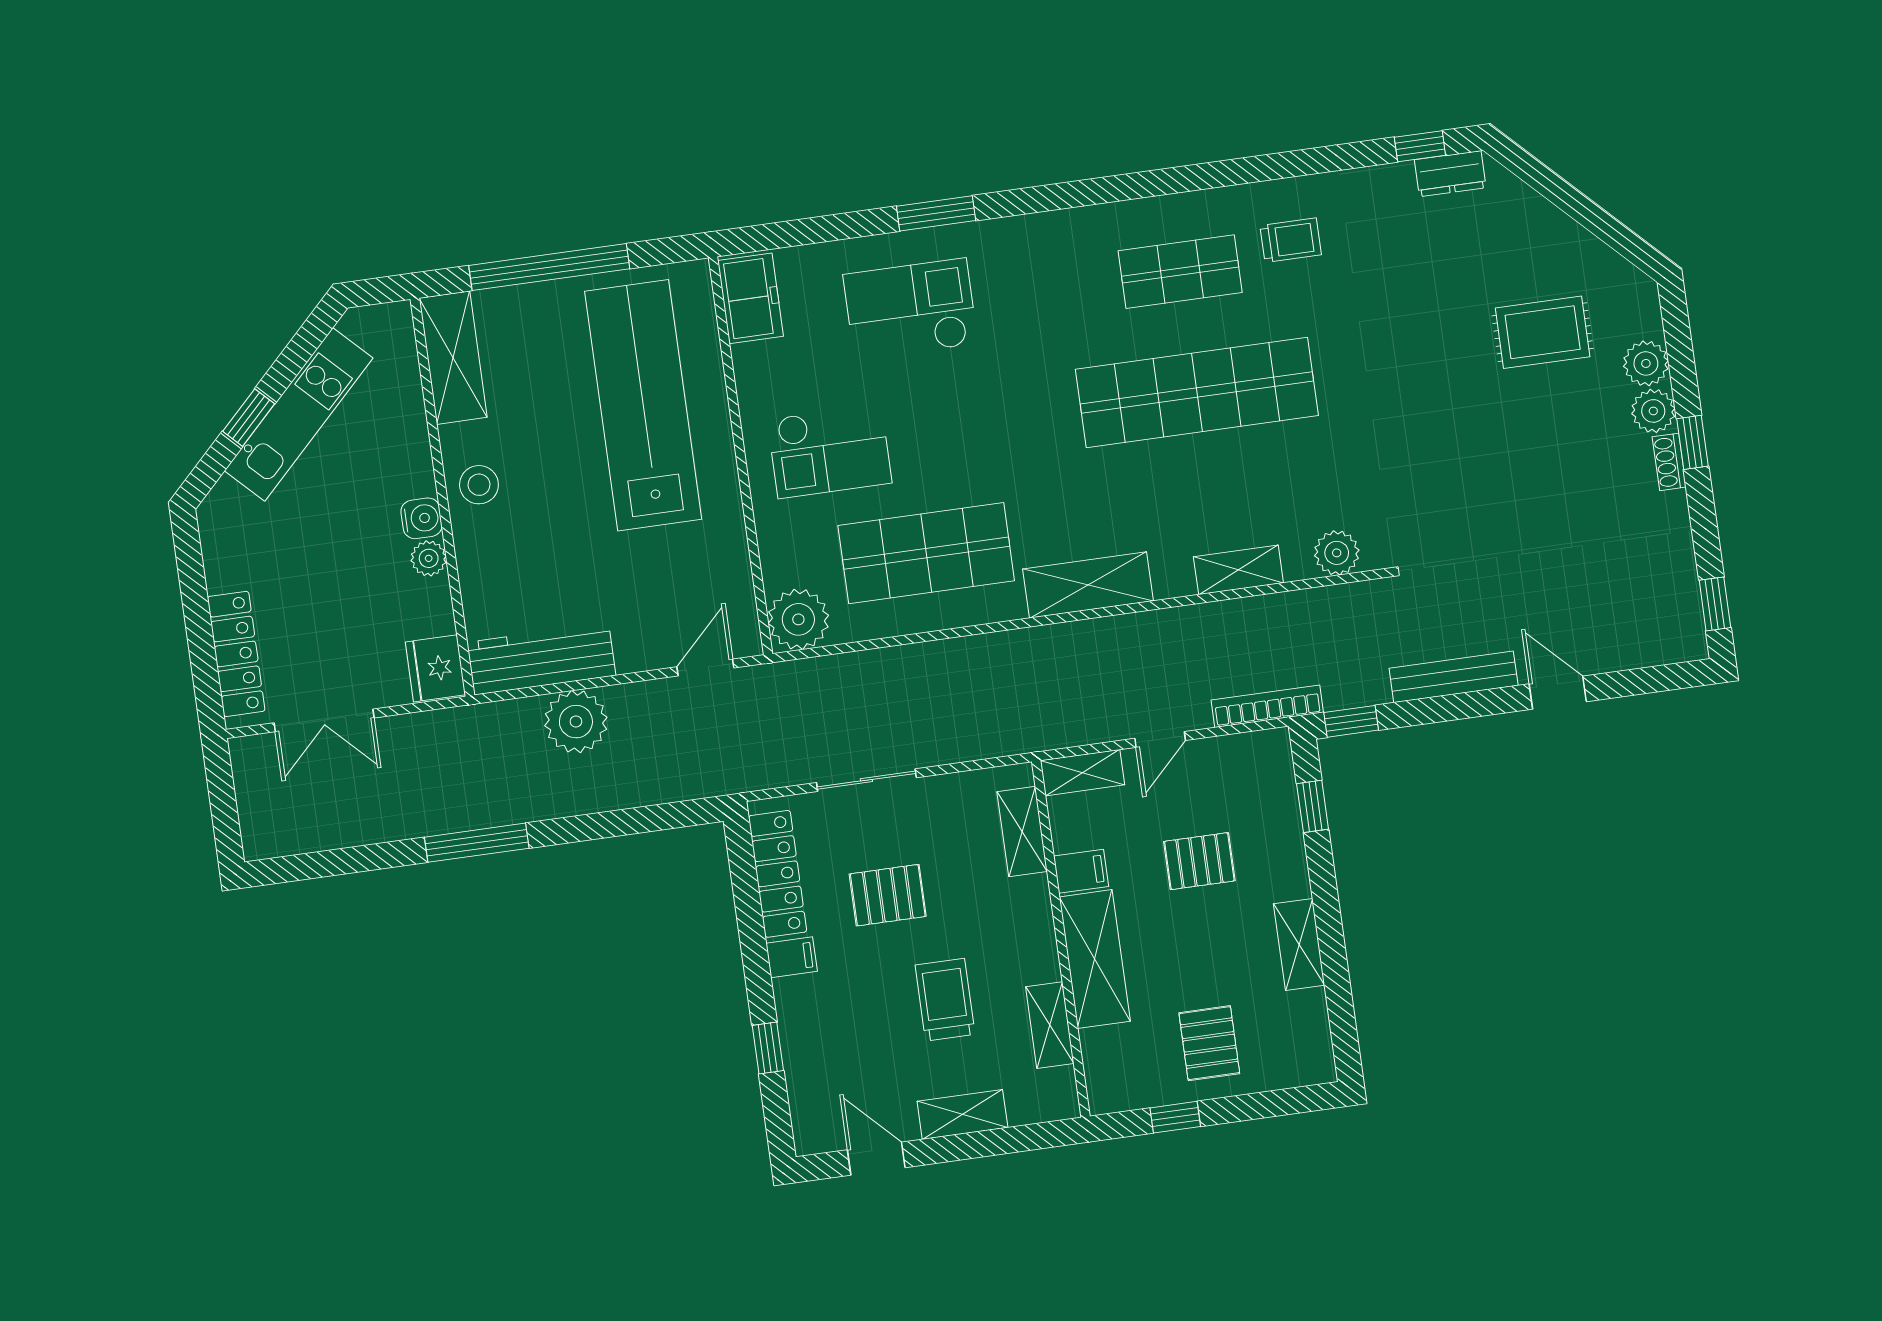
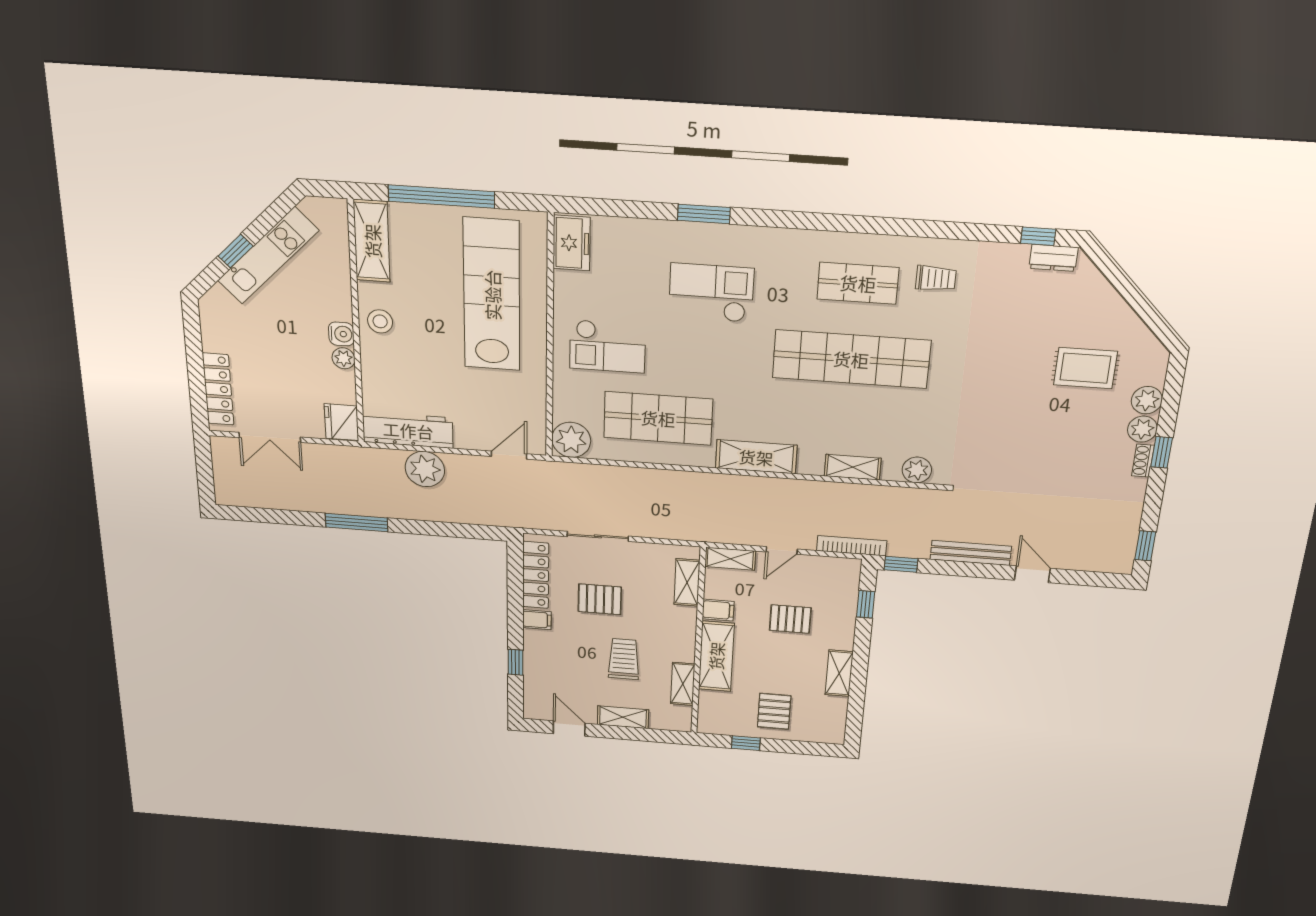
checkout: (910, 309) -> (711, 293), moved

